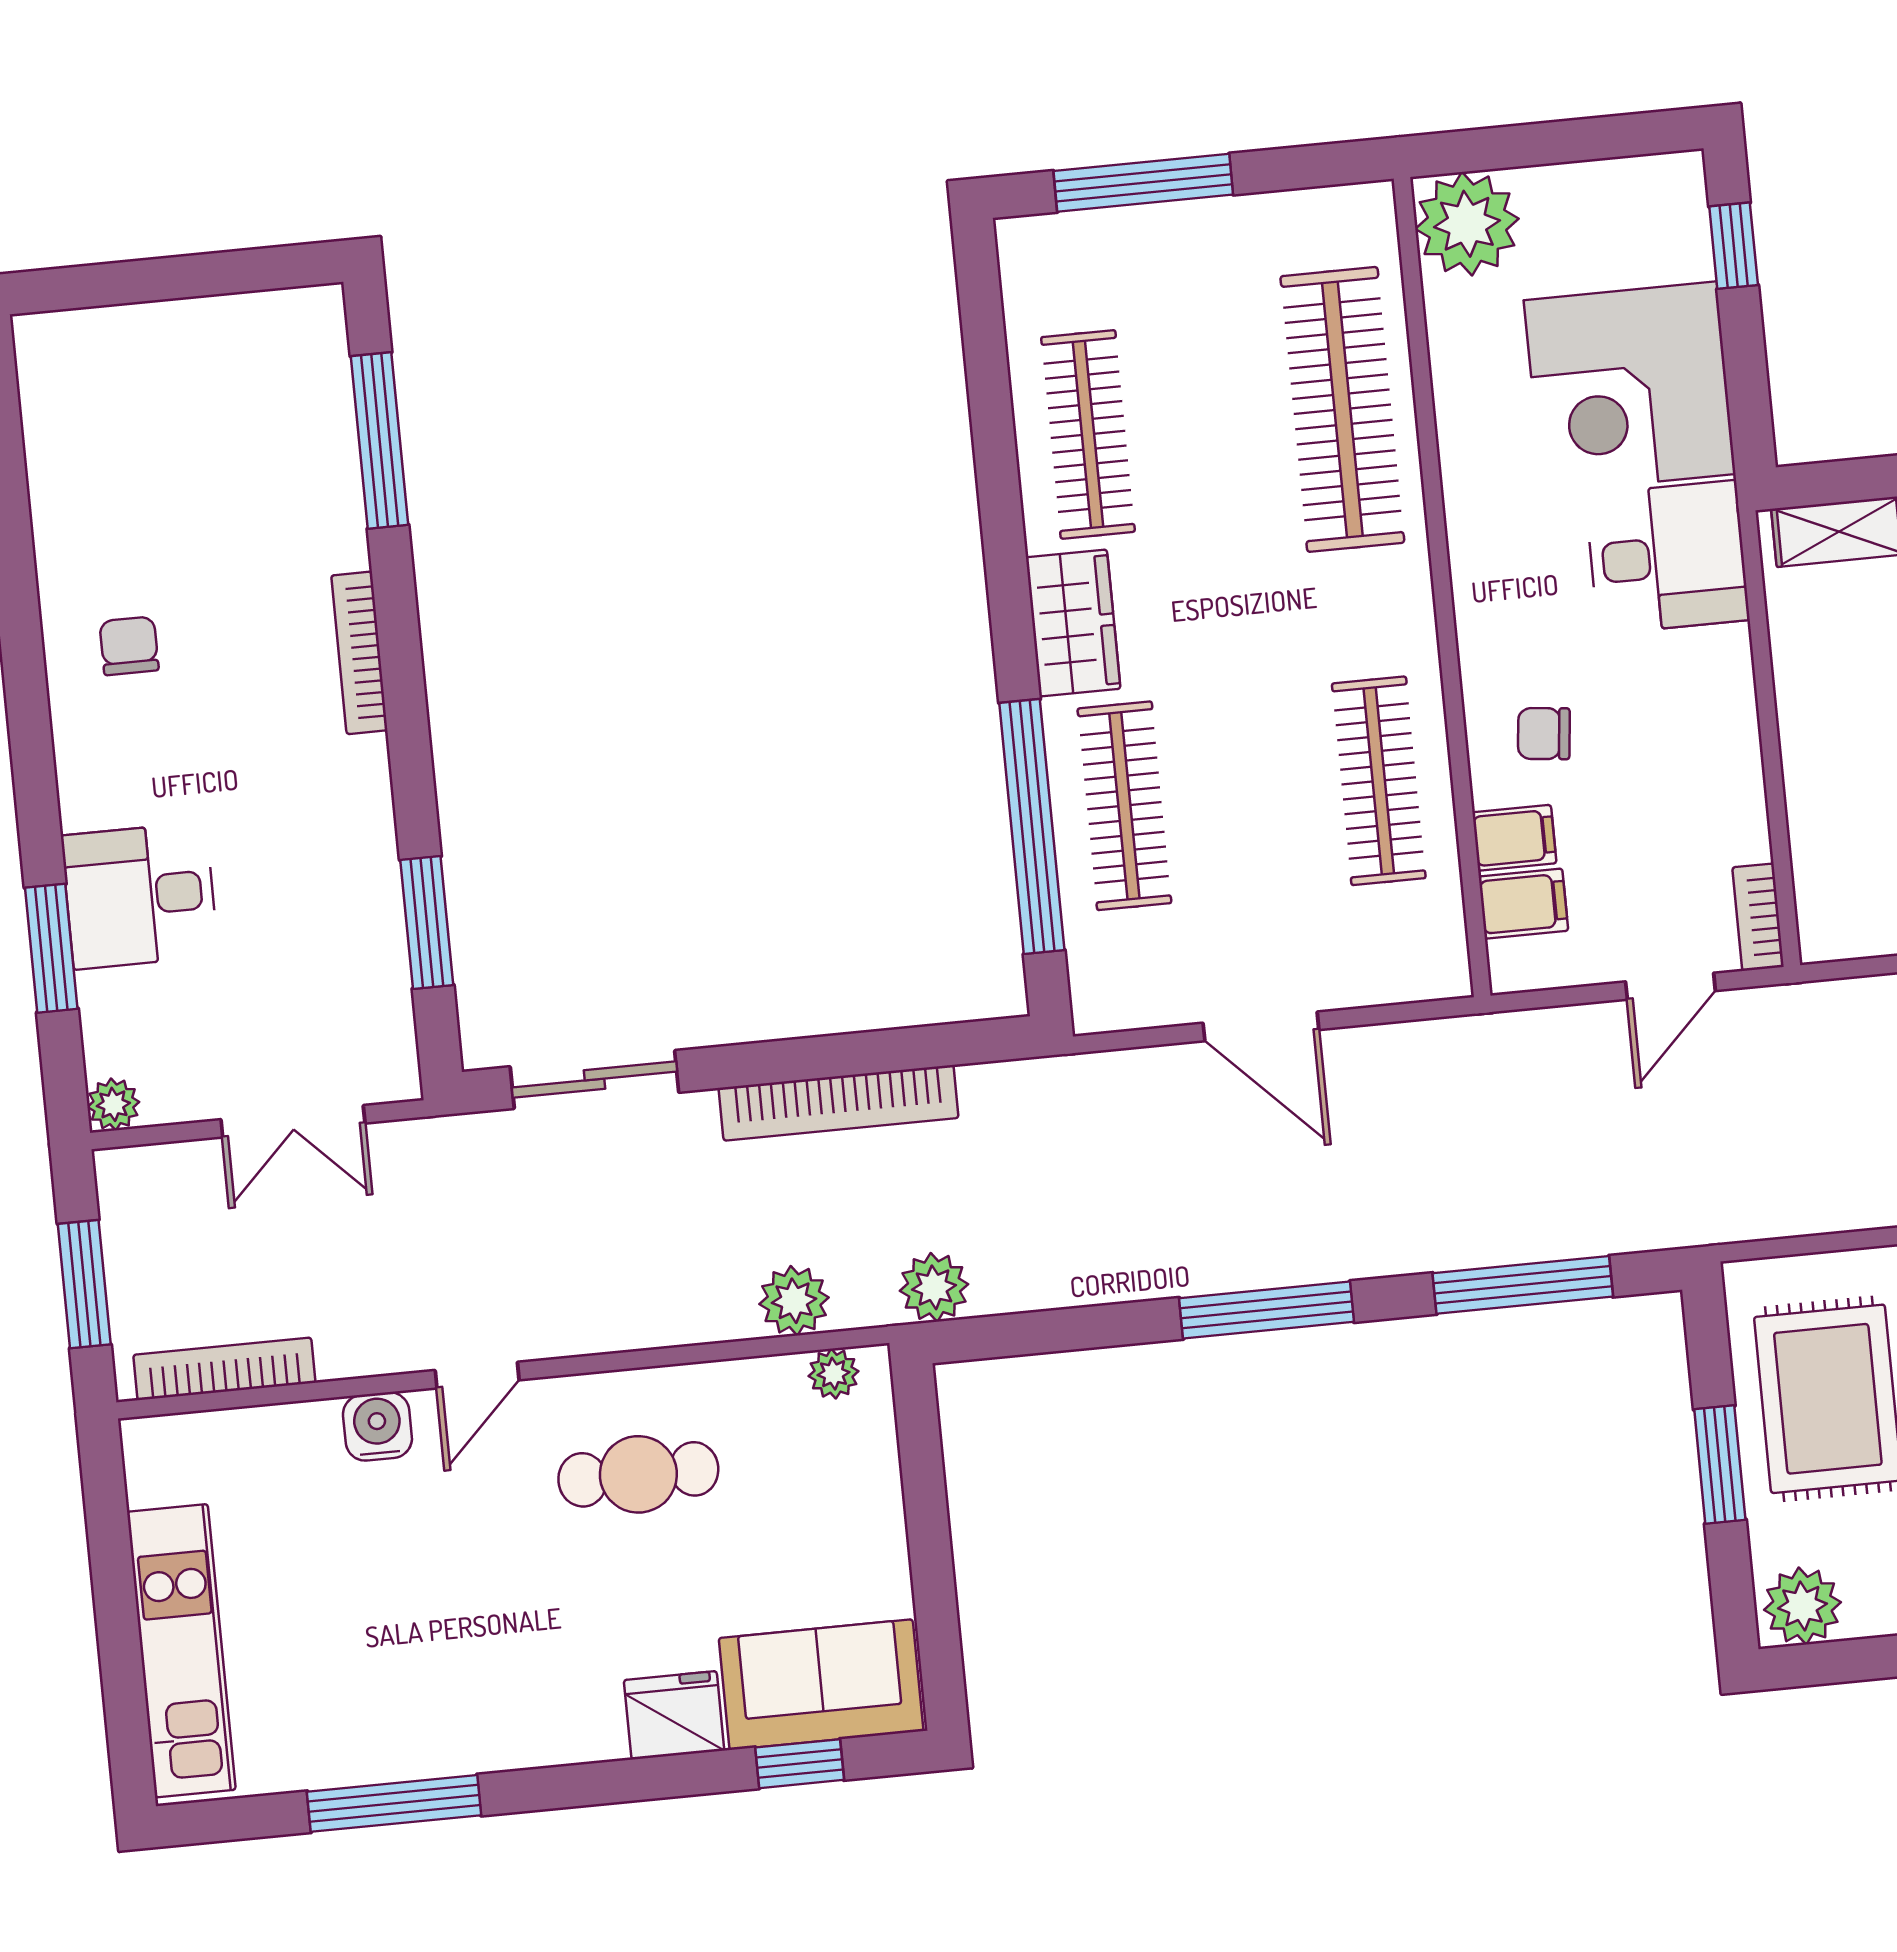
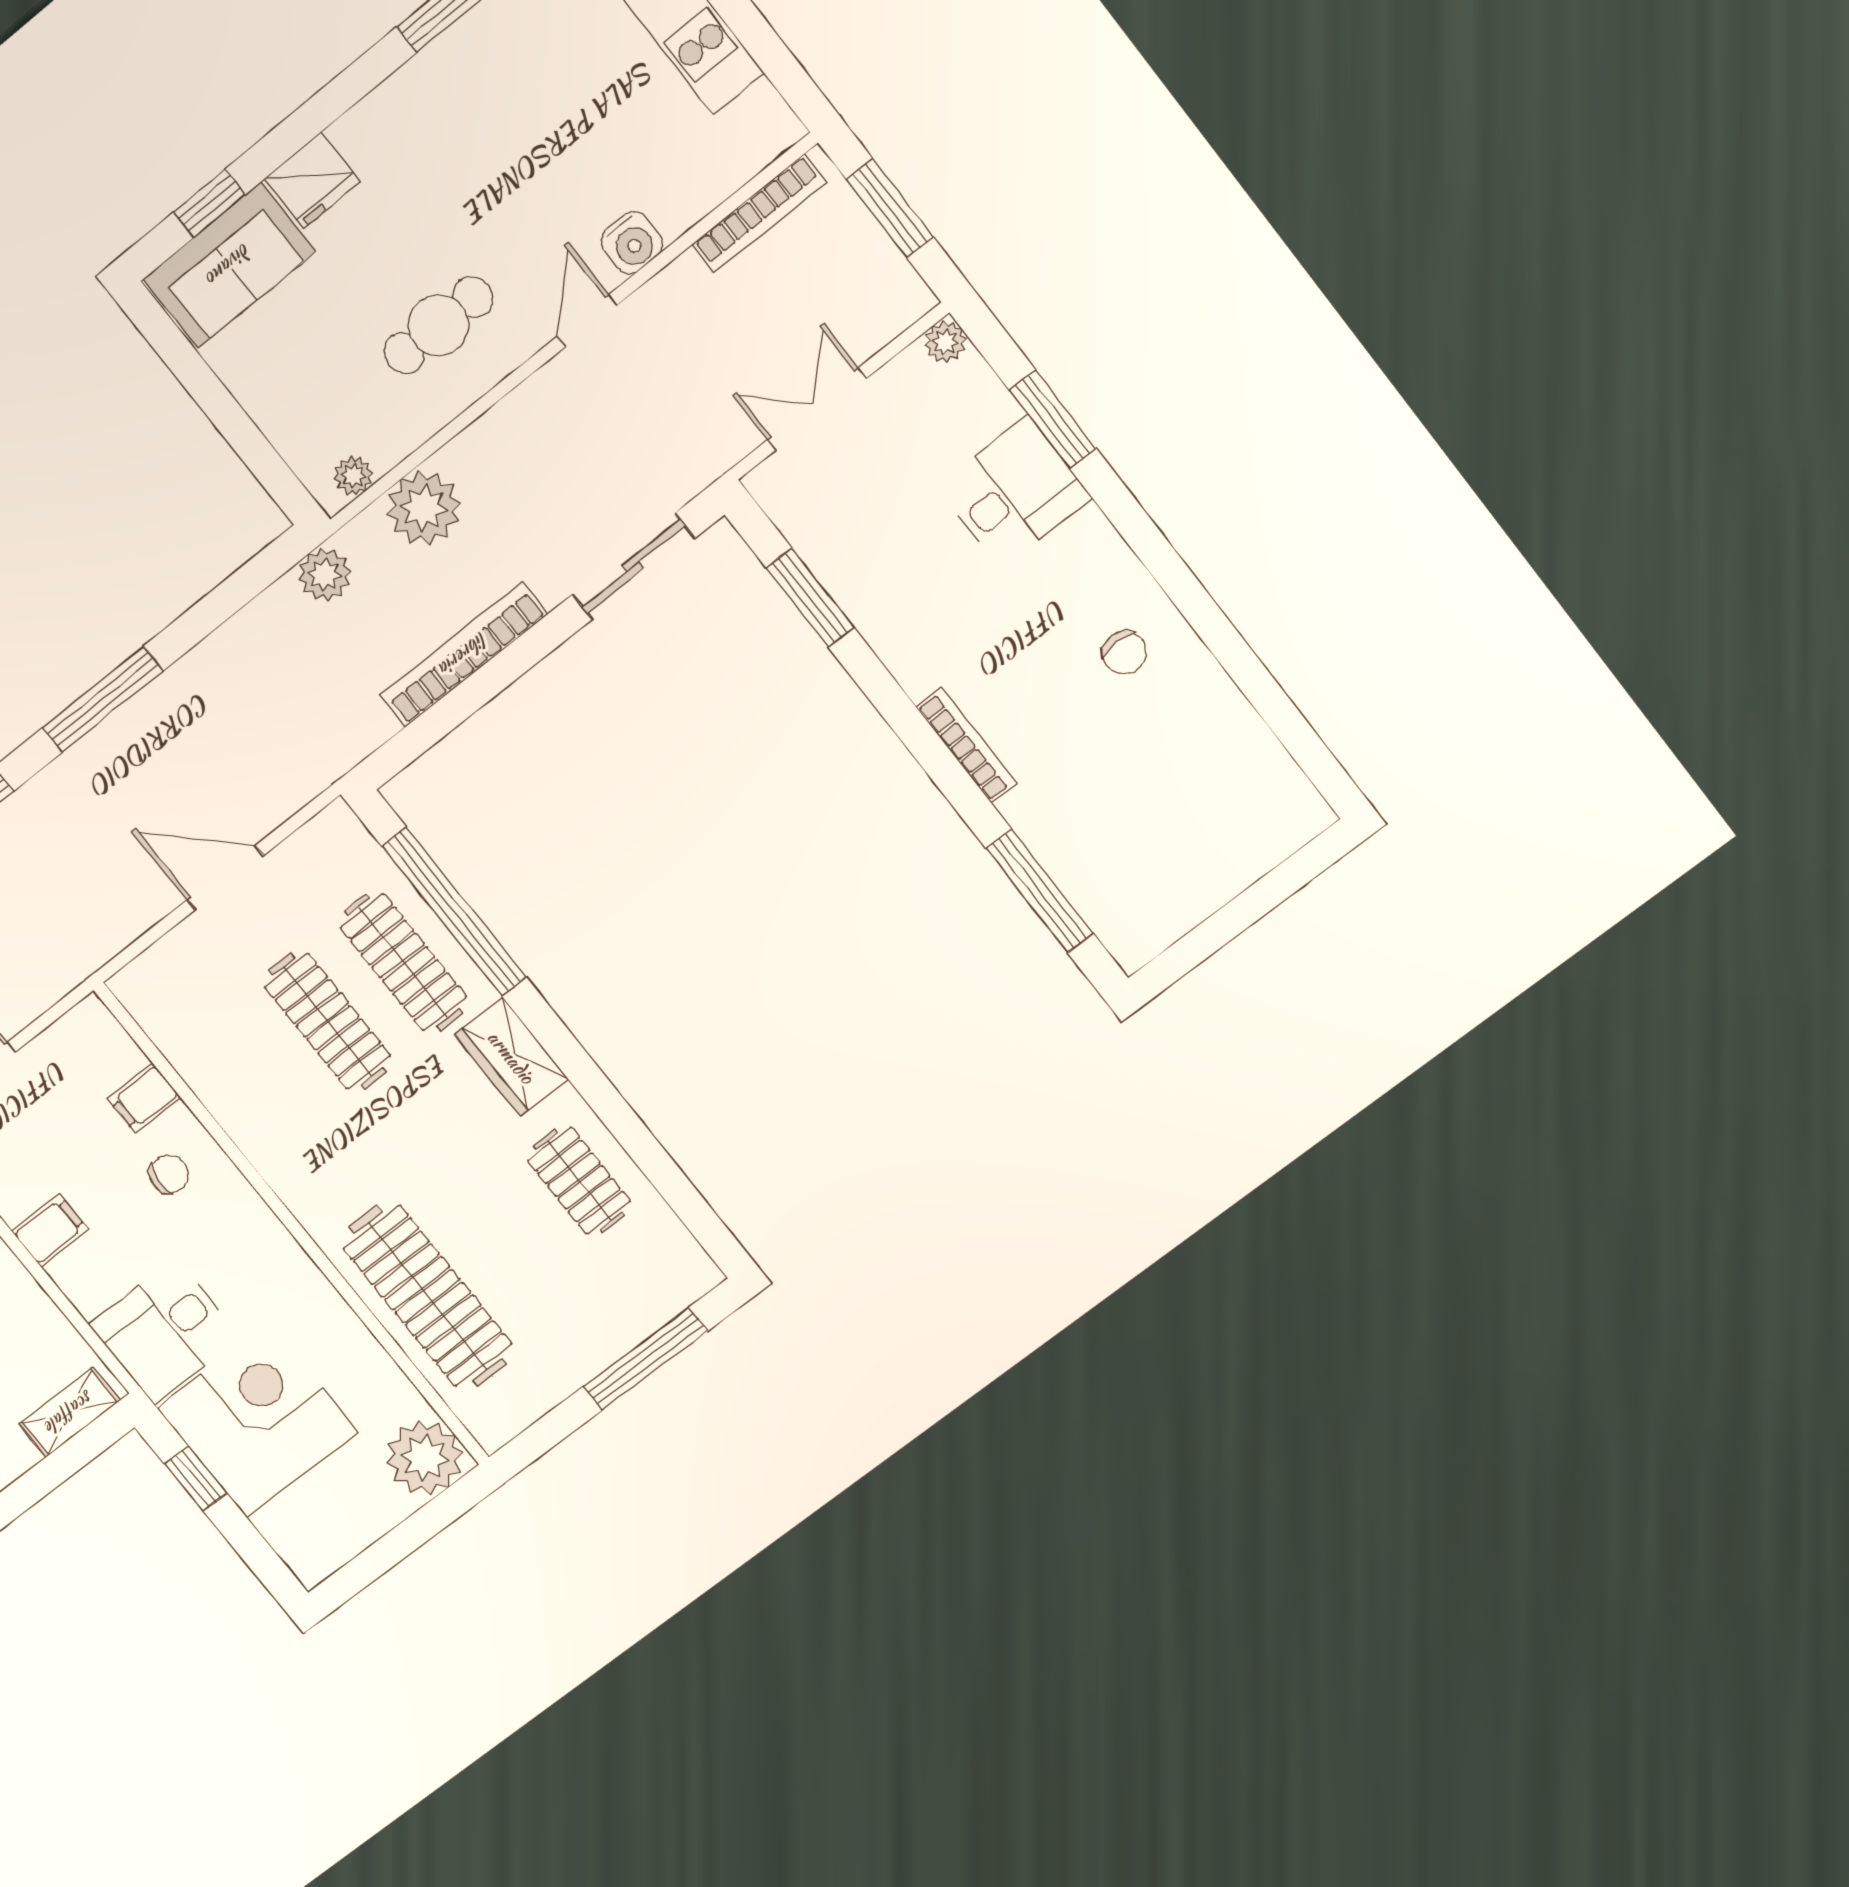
window: (1734, 246) -> (196, 1478), moved
clothes rail: (1088, 434) -> (579, 1181), width x0.73
clothes rail: (1379, 781) -> (328, 1021), moved
filing cabinet: (1523, 904) -> (50, 1230), moved, turned 180
plant: (794, 1301) -> (424, 508), width x1.36, depth x1.36

